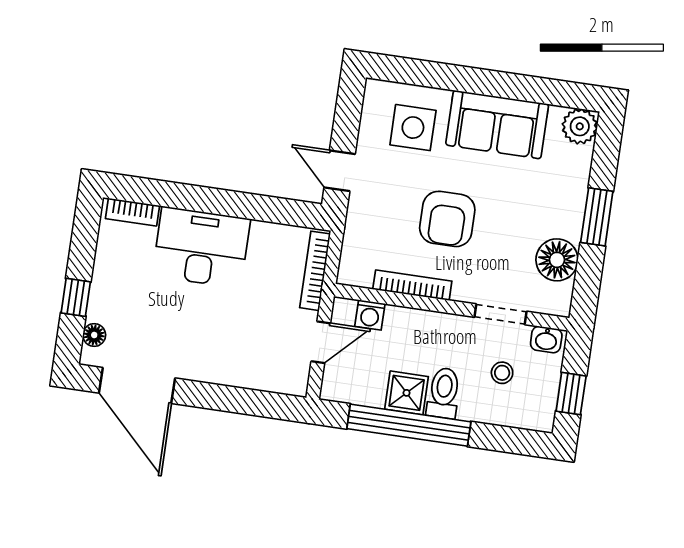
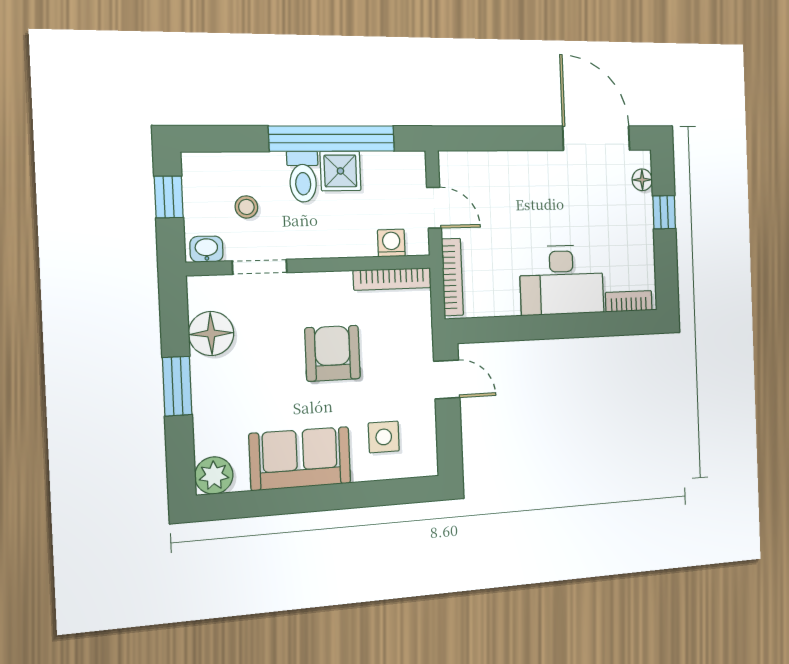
side table: (413, 128) -> (384, 437), width x0.73, depth x0.73
bookcase: (412, 285) -> (392, 279), moved
door: (321, 342) -> (434, 208), swing flipped

